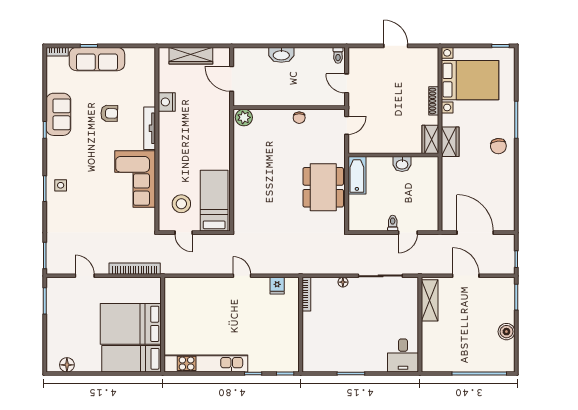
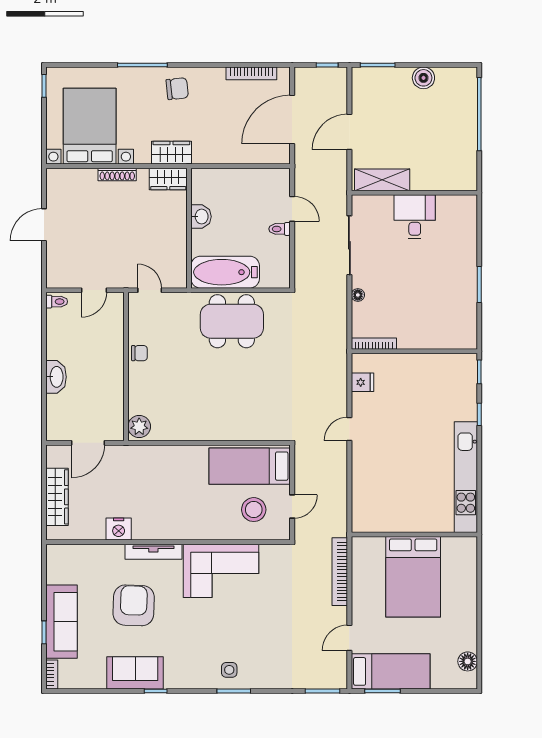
armchair: (109, 113) -> (134, 605), width x1.88, depth x1.88
bathtub: (357, 175) -> (225, 272), width x1.36, depth x1.36
bookcase: (510, 202) -> (251, 73), added
desk: (403, 355) -> (415, 217), moved, turned -90
bed: (132, 359) -> (391, 671), moved, turned -90

